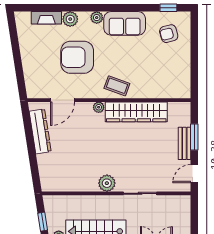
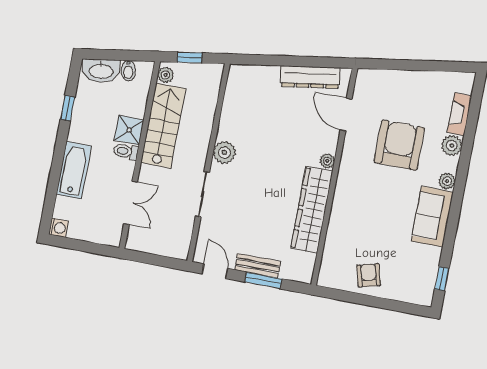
armchair: (169, 34) -> (369, 275), moved
coffee table: (117, 86) -> (351, 191), removed

